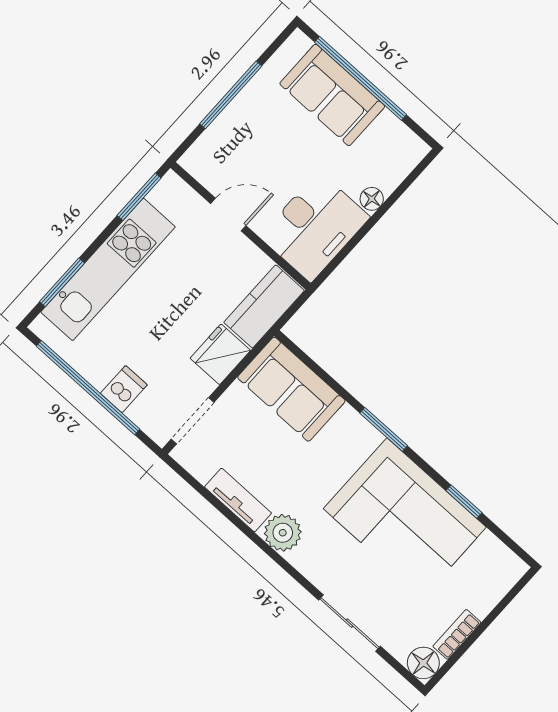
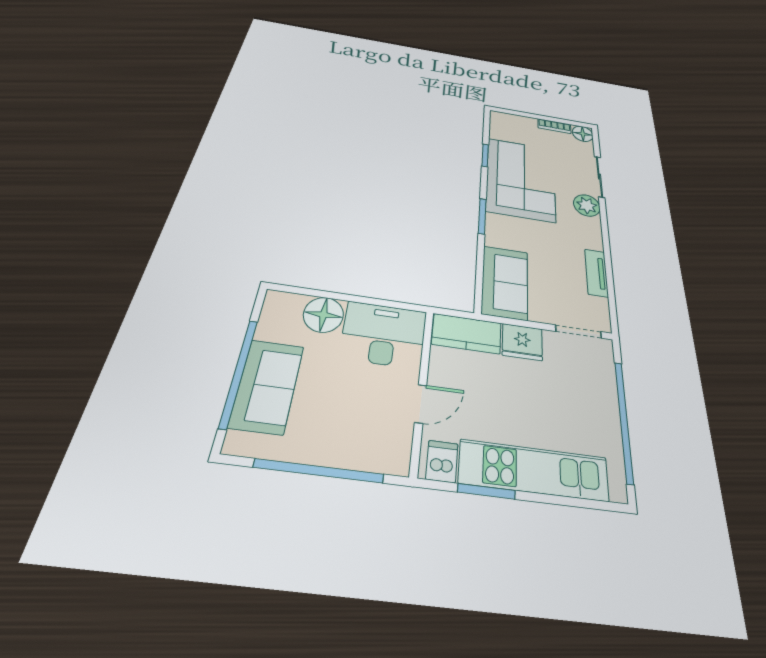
window: (231, 95) -> (319, 471), width x1.46
window: (139, 197) -> (486, 491), moved
floor lamp: (372, 199) -> (323, 315), width x1.89, depth x1.89
door: (228, 215) -> (421, 404), swing flipped
window: (62, 282) -> (574, 502), removed
dishwasher: (124, 389) -> (442, 461), moved, turned 90
plant: (283, 533) -> (587, 205), moved

